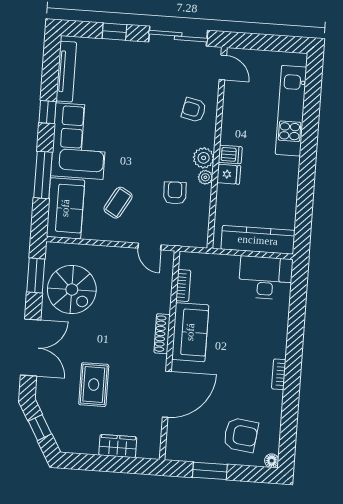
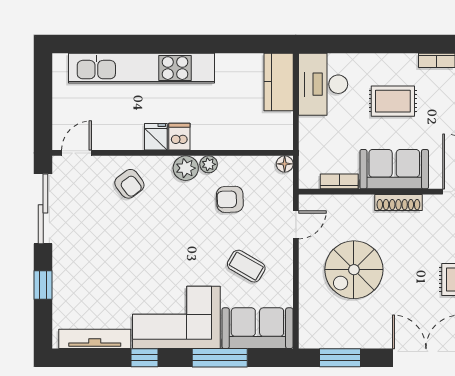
armchair: (194, 110) -> (129, 184), turned -49
kitchen unit: (291, 111) -> (142, 68), width x1.36
fridge: (229, 174) -> (156, 137), moved
kitchen counter: (258, 240) -> (279, 82), width x0.67
floor lamp: (201, 241) -> (285, 164), added
spiral stairs: (72, 289) -> (354, 270), moved, turned 180
rug: (247, 335) -> (393, 101), added

